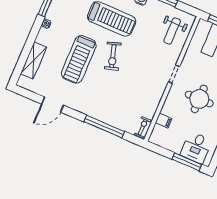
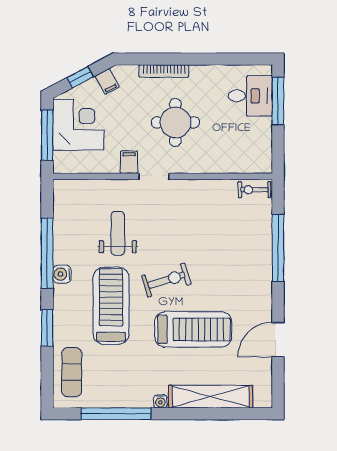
weight bench: (172, 31) -> (118, 233), moved, turned -90
shelving: (33, 61) -> (211, 397), width x1.47
door: (53, 105) -> (278, 340), swing flipped
filing cabinet: (164, 121) -> (129, 162), moved

